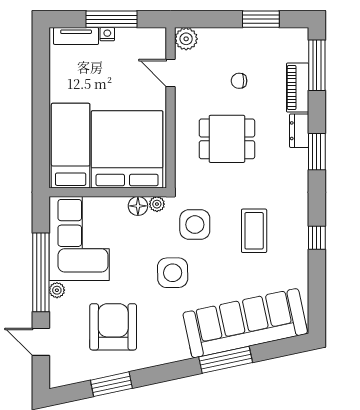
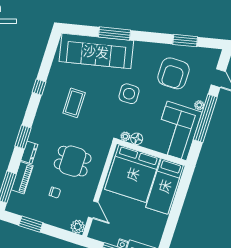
side table: (195, 225) -> (107, 117), removed

